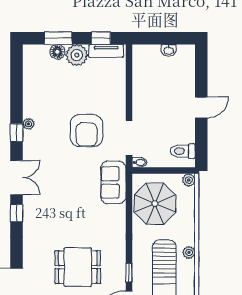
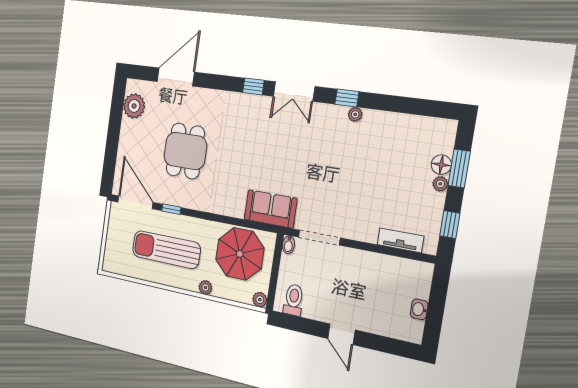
tv unit: (106, 51) -> (400, 240), moved, turned 90
plant: (77, 55) -> (440, 184), width x0.53, depth x0.53
armchair: (86, 131) -> (336, 186), removed
plant: (189, 252) -> (205, 287), moved

